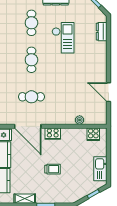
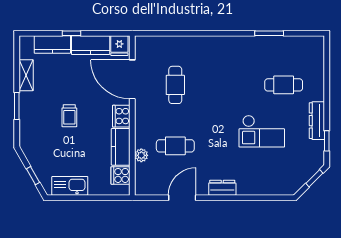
dresser: (102, 32) -> (222, 188), moved
cafe table: (31, 60) -> (175, 146), moved
door: (28, 126) -> (132, 79), hinge flipped
kitchen counter: (74, 134) -> (121, 147), added

